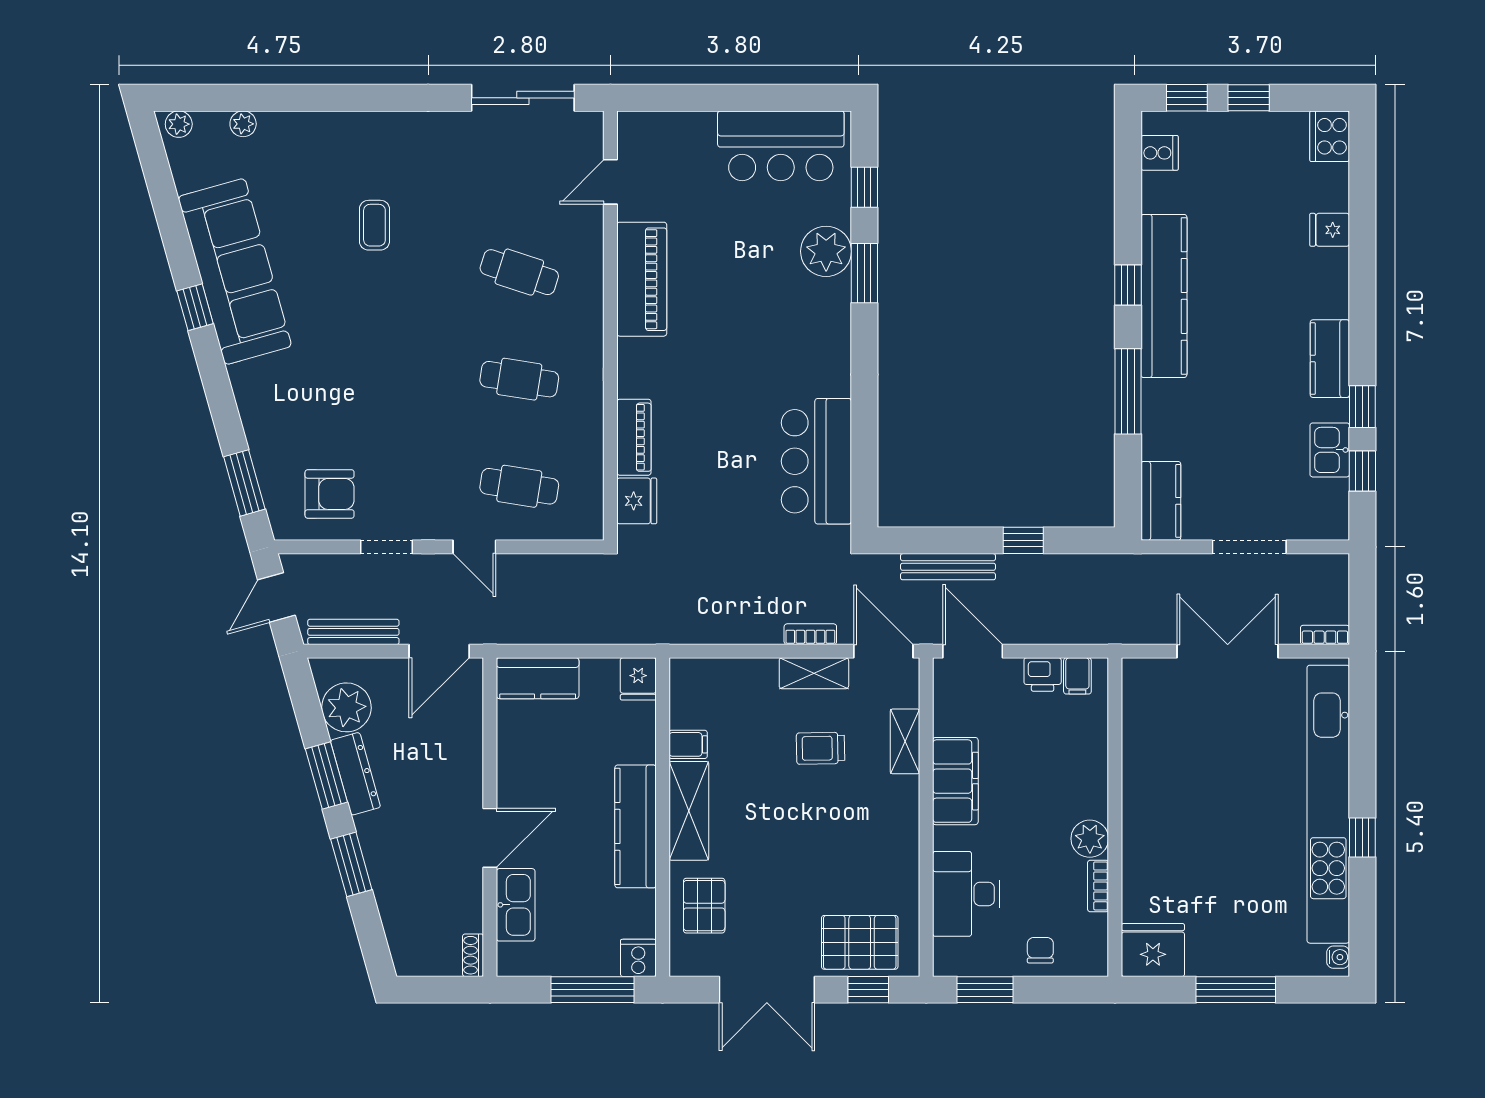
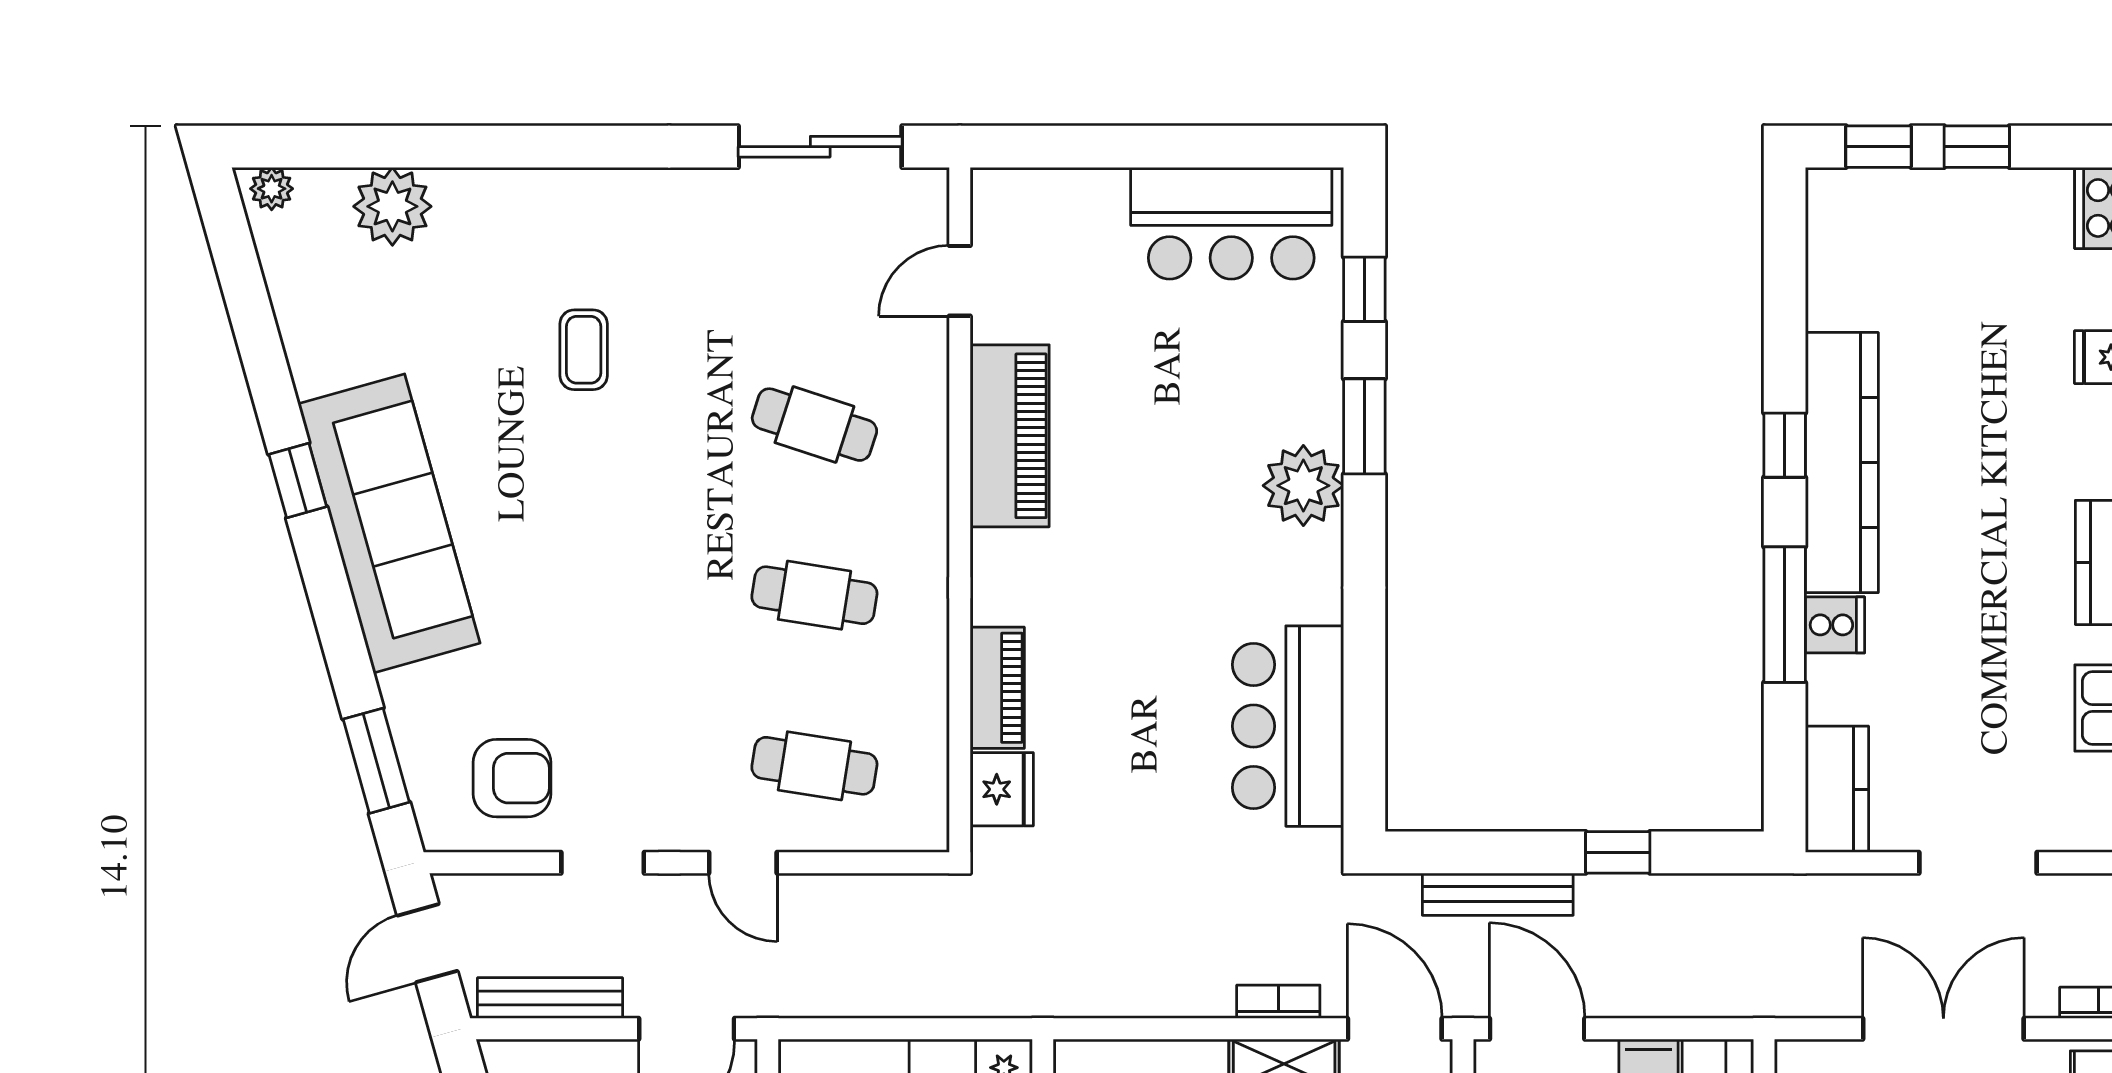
plant: (243, 124) -> (392, 206), width x1.87, depth x1.87
cooker: (1160, 153) -> (1835, 625), moved
plant: (826, 251) -> (1303, 486), moved
sofa: (235, 272) -> (389, 523), moved

